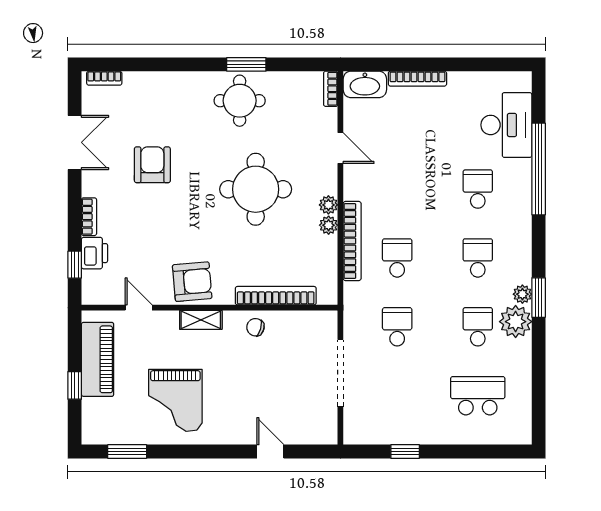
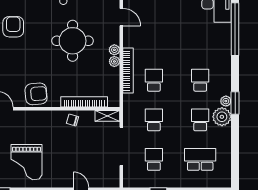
school desk: (478, 189) -> (154, 159), moved
shelving: (201, 320) -> (107, 116), moved

